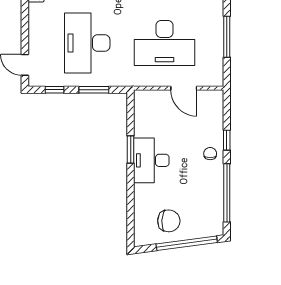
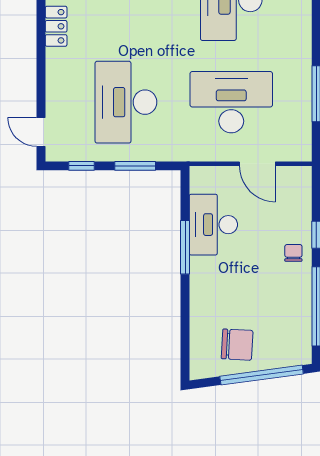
desk: (164, 43) -> (231, 102), turned 180
window: (131, 149) -> (185, 247), width x1.44
desk: (151, 160) -> (213, 225), moved

